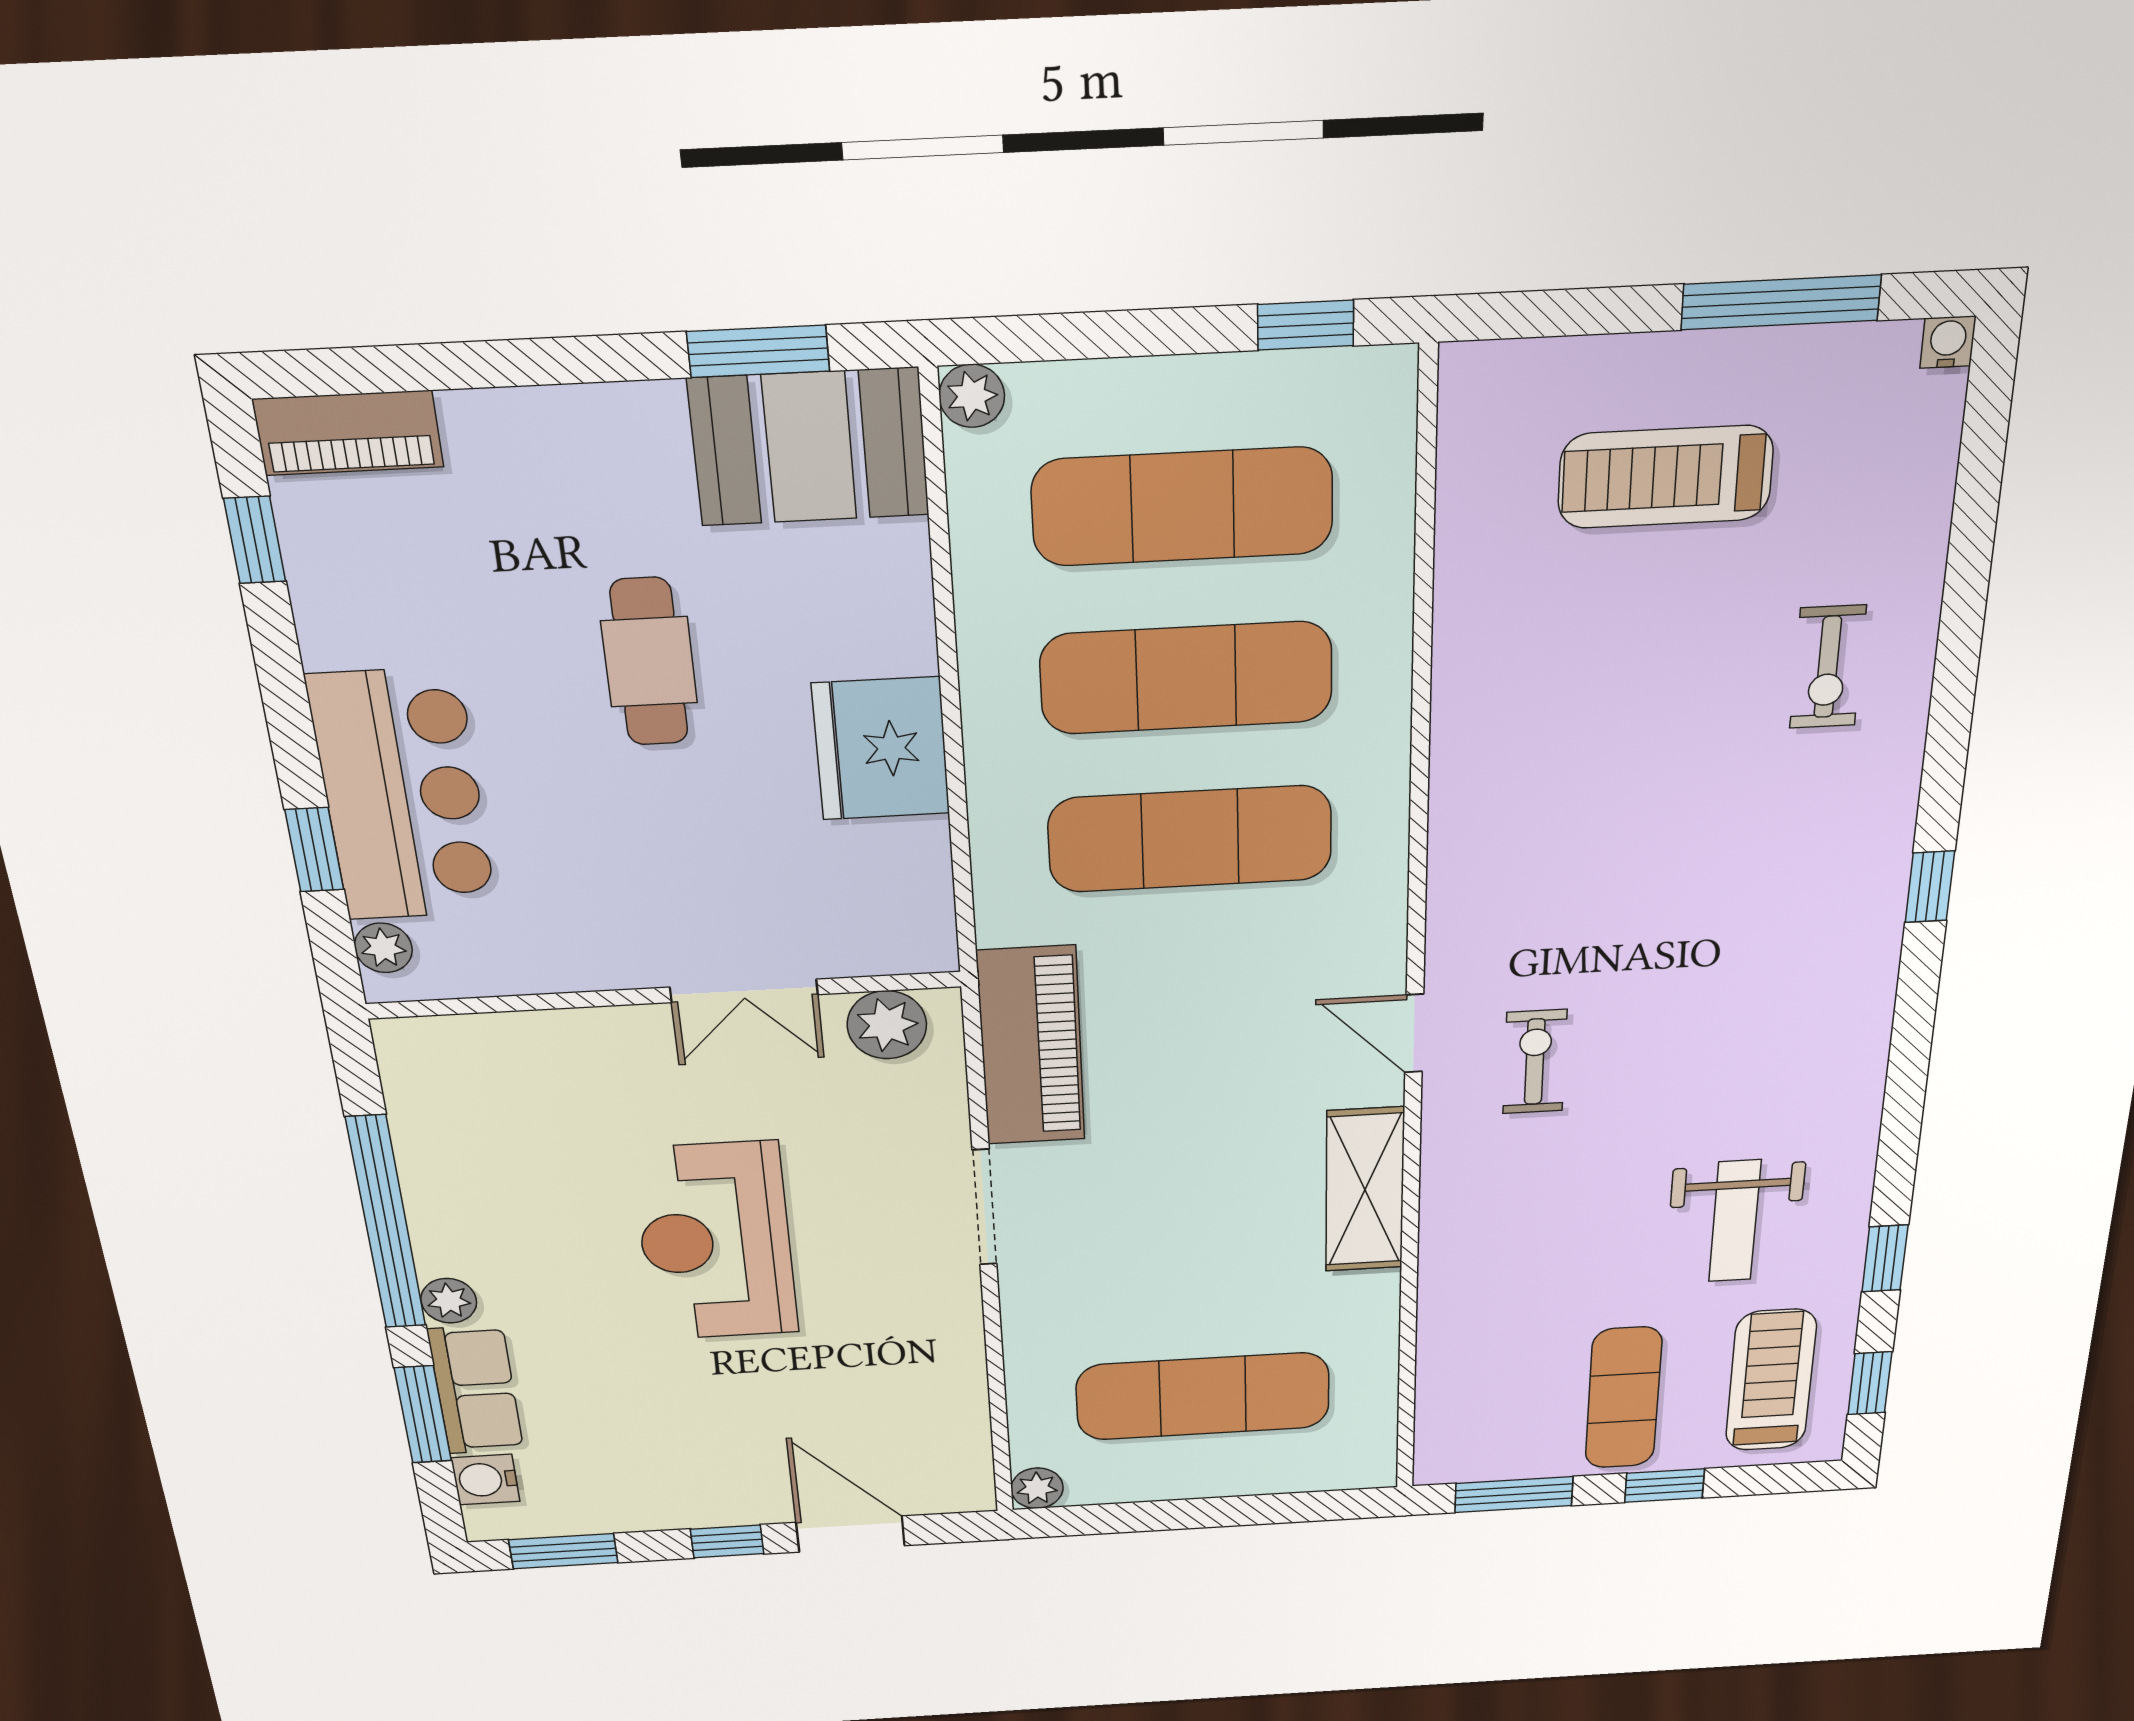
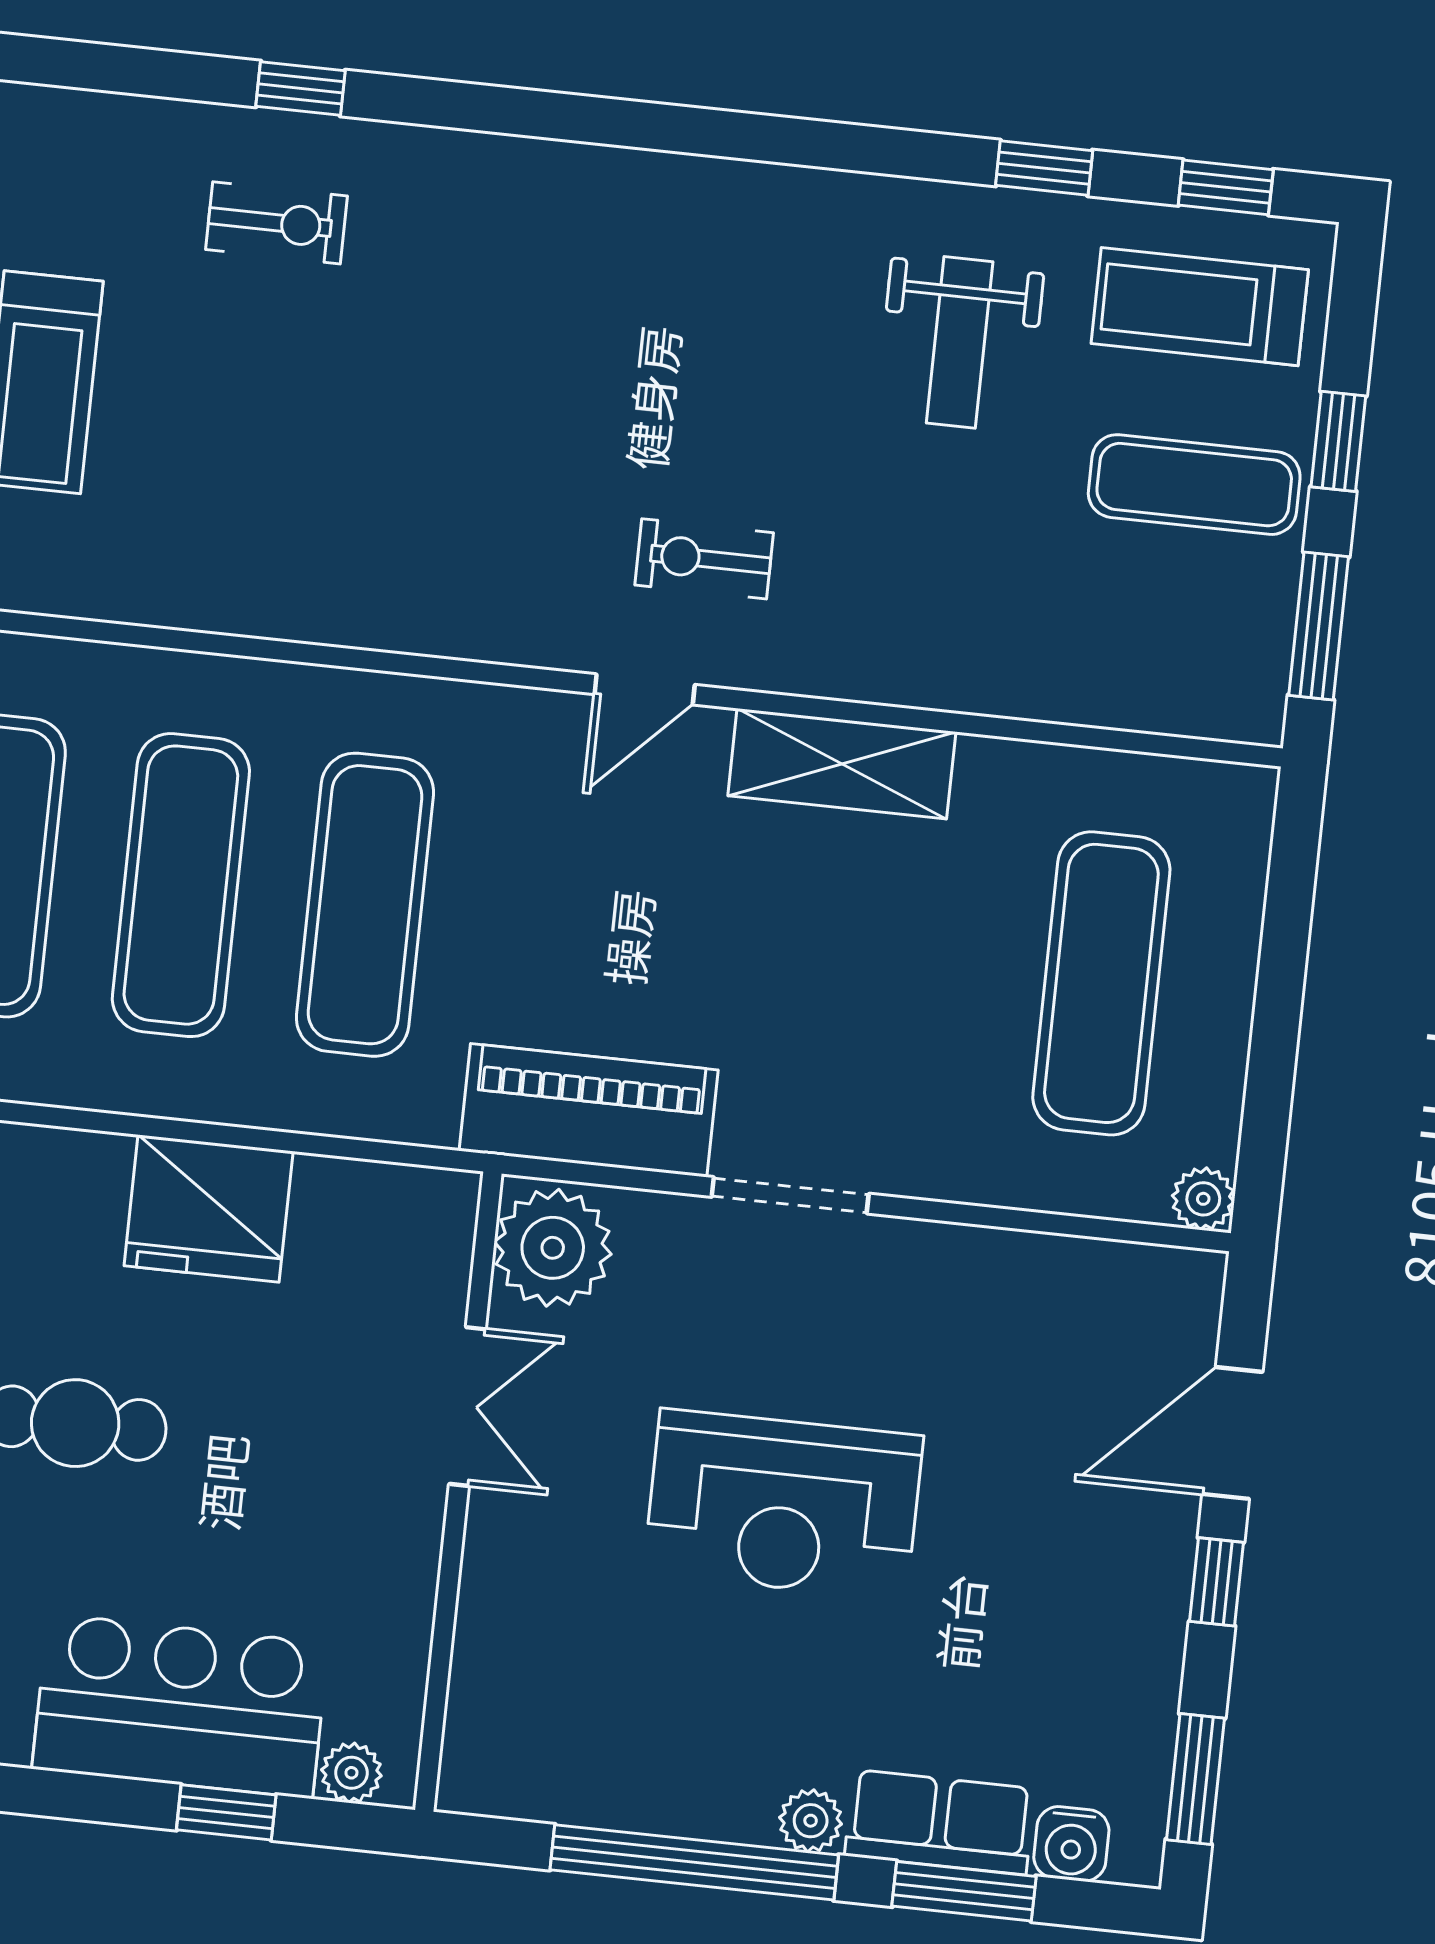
window: (1930, 887) -> (300, 88), moved
plant: (887, 1025) -> (553, 1248), width x1.36, depth x1.36
weight bench: (1735, 1221) -> (960, 342), turned 90

